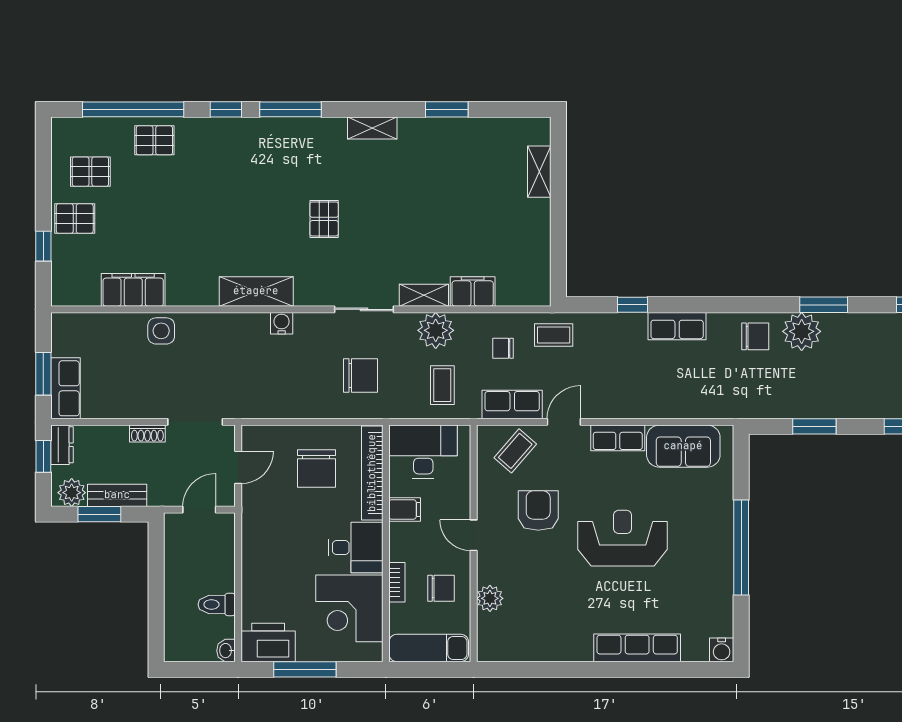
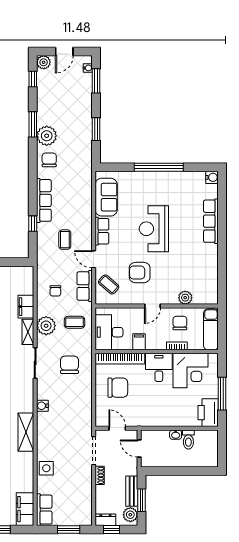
filing cabinet: (133, 290) -> (25, 509), moved
shelving: (256, 291) -> (26, 432), moved
row of seats: (677, 326) -> (44, 200), width x1.48
coffee table: (554, 335) -> (65, 240), moved
row of seats: (66, 388) -> (44, 510), moved, turned 90
washbasin: (226, 651) -> (176, 435), moved

